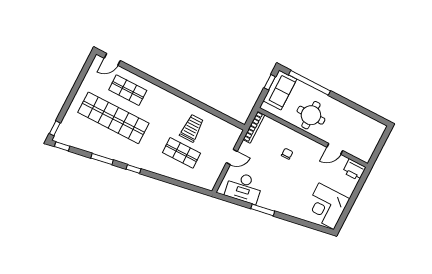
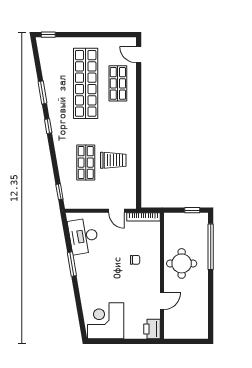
sofa: (280, 90) -> (190, 223), removed
window: (62, 146) -> (59, 192), moved
door: (335, 149) -> (162, 301), swing flipped
door: (232, 157) -> (116, 211), moved

